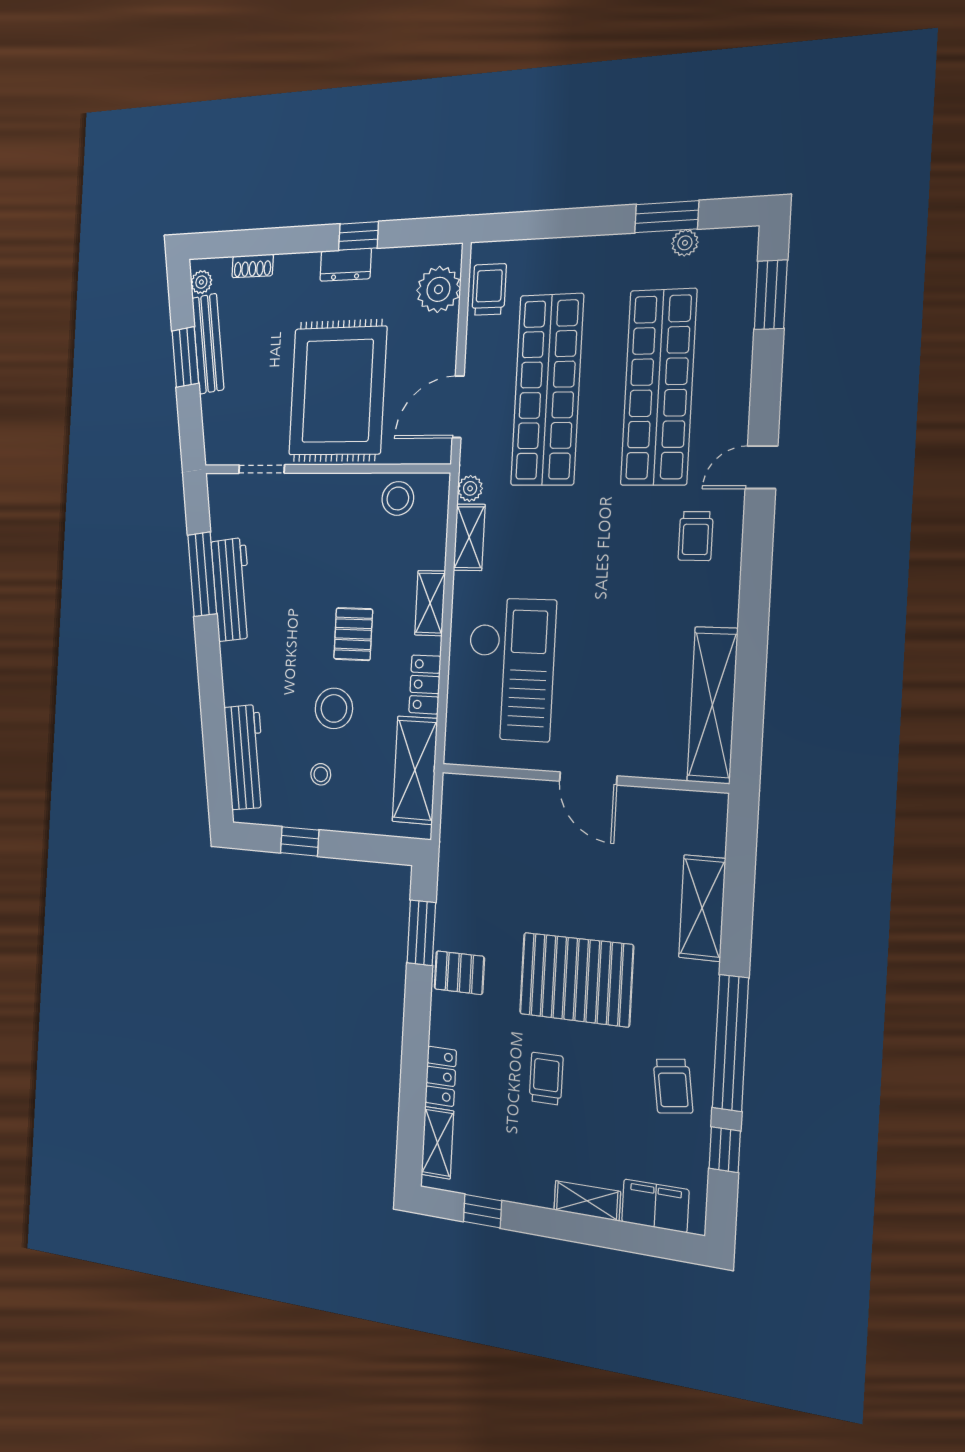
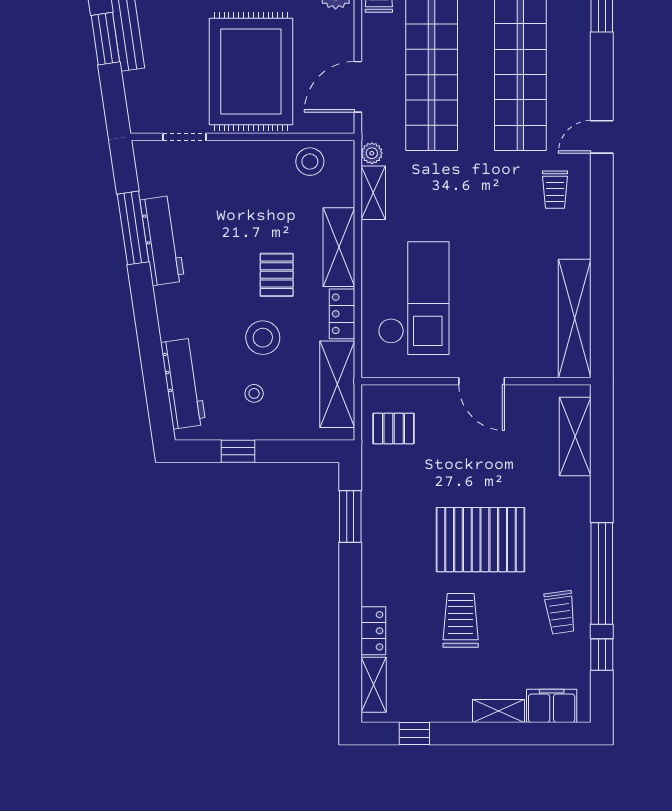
shelving: (430, 603) -> (339, 247), width x1.50, depth x1.33
shelving: (702, 908) -> (575, 436), moved
pallet: (459, 973) -> (394, 428), moved
trolley: (546, 1079) -> (461, 620), width x1.36, depth x1.39

